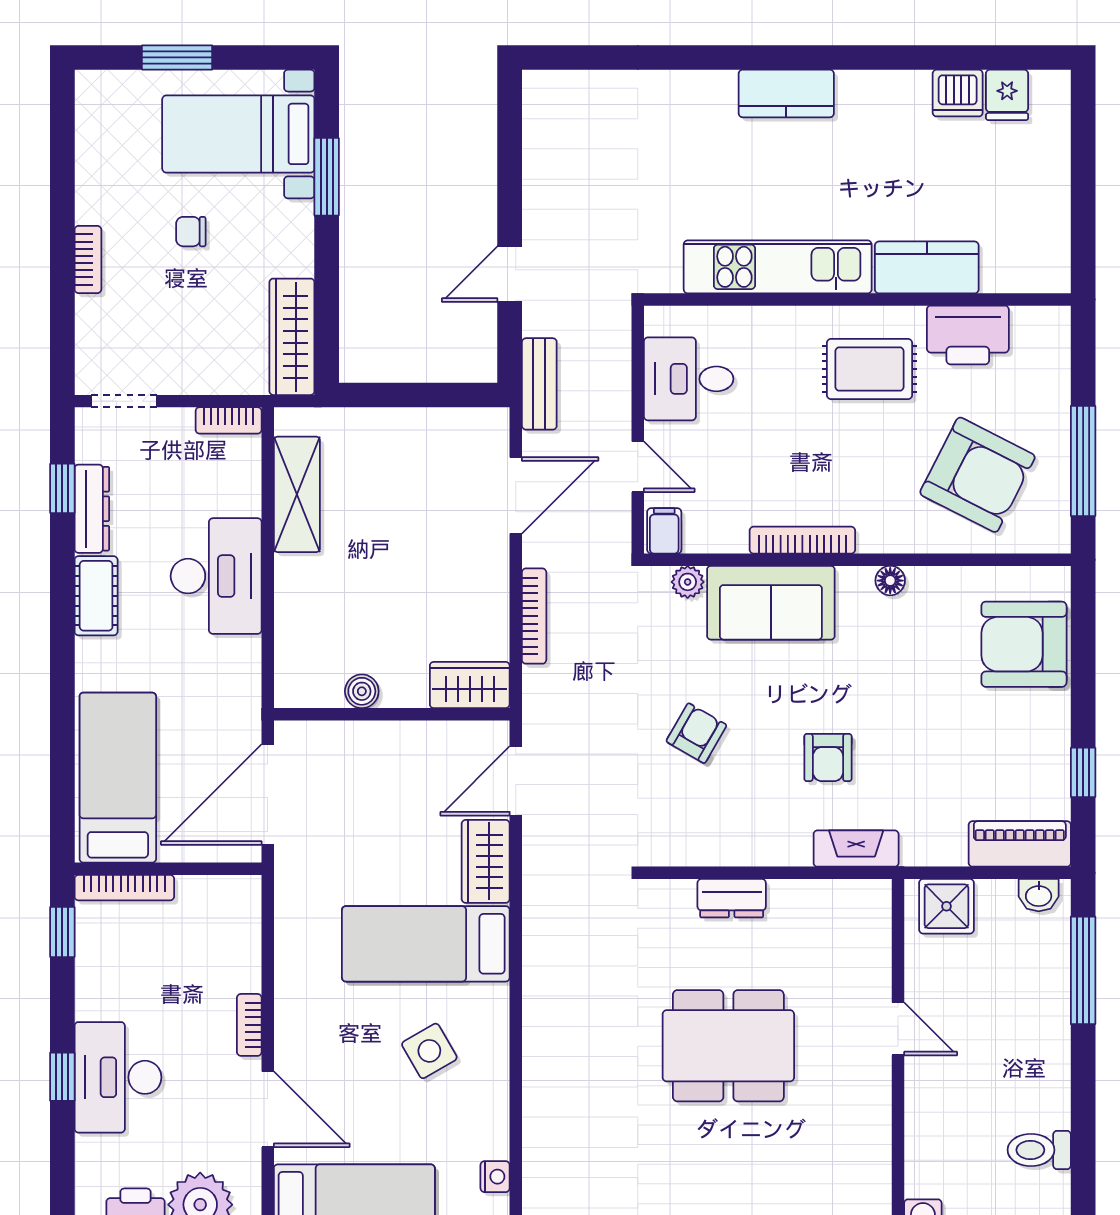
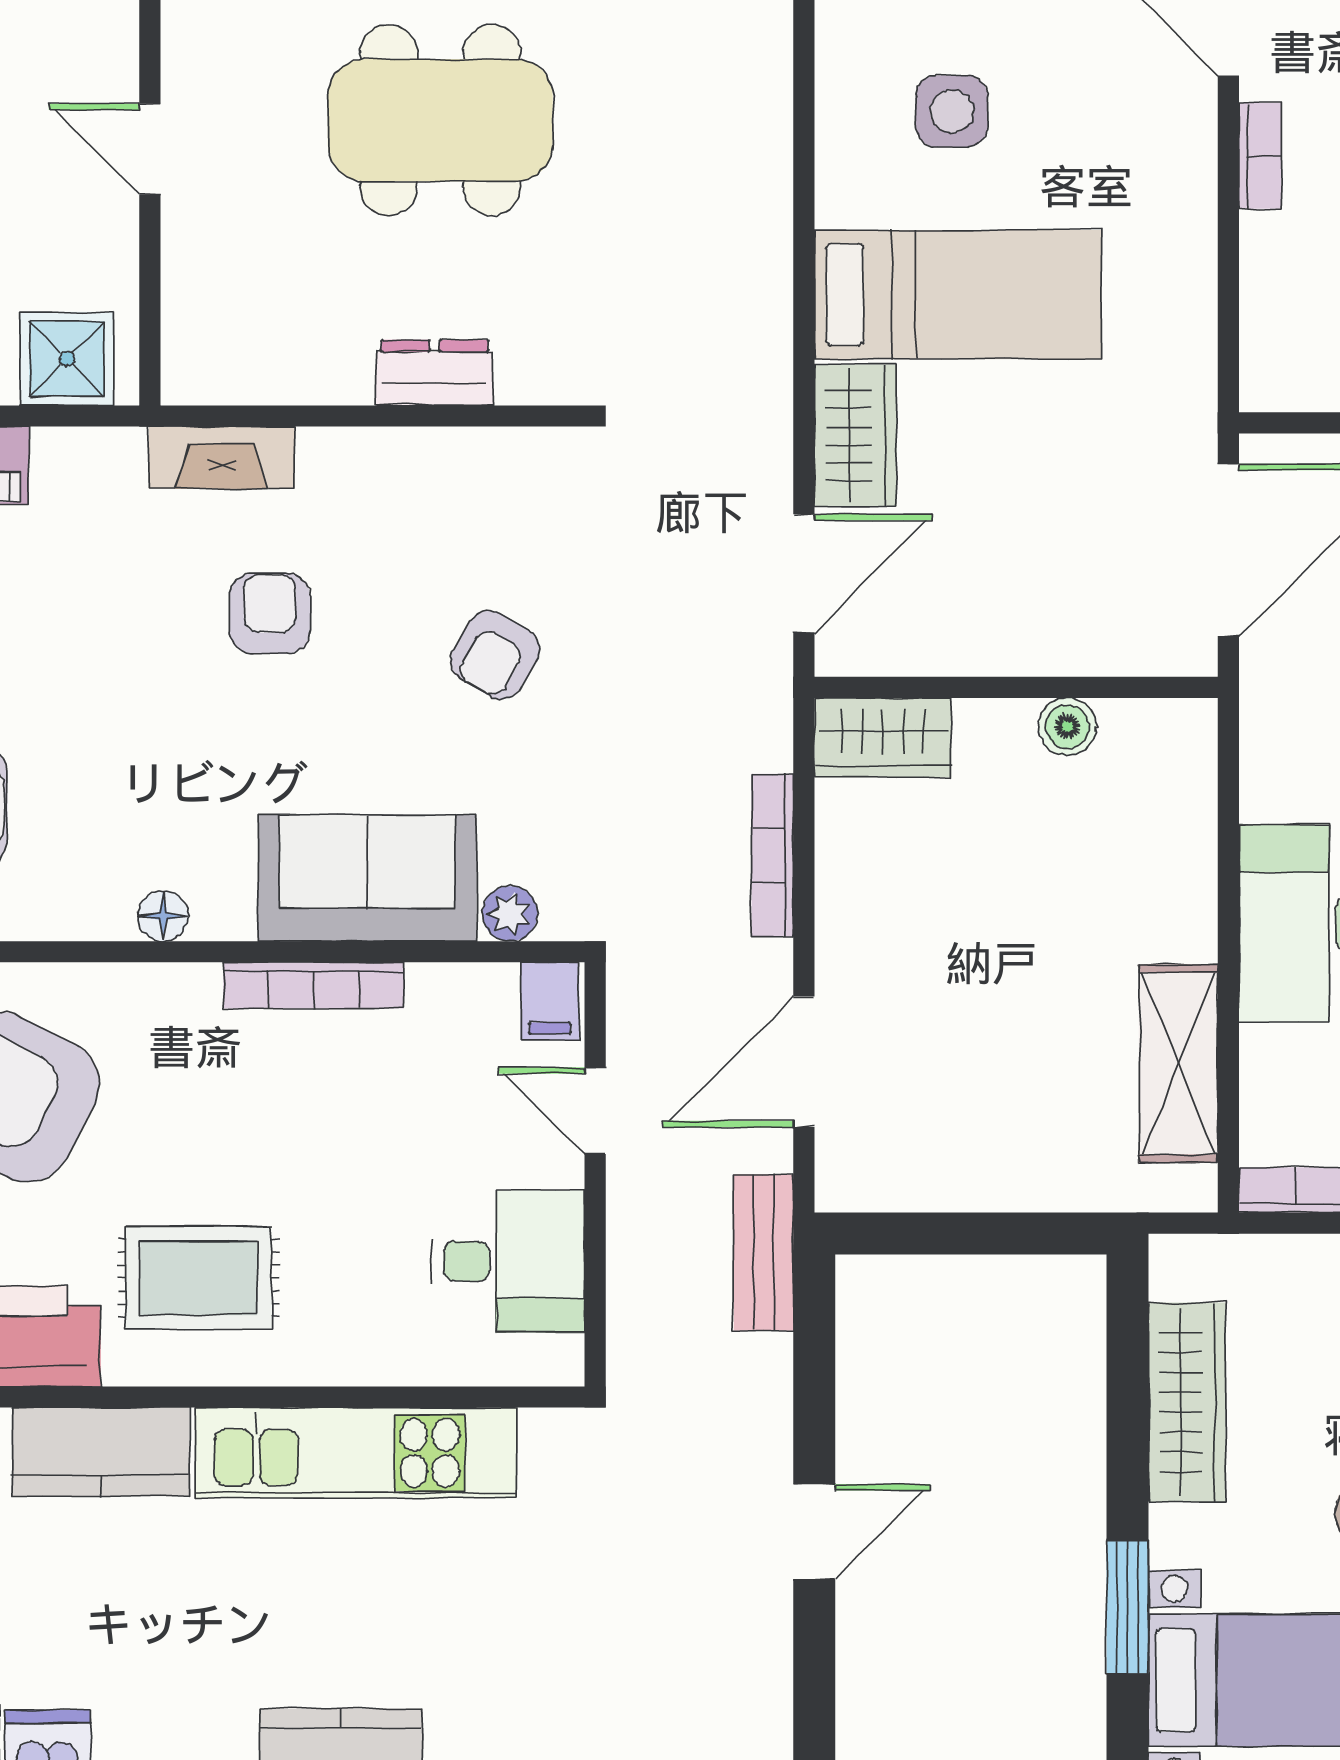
door: (510, 274) -> (814, 1532), moved
wardrobe: (292, 337) -> (1187, 1402), moved
side table: (429, 1051) -> (952, 111), turned 30

